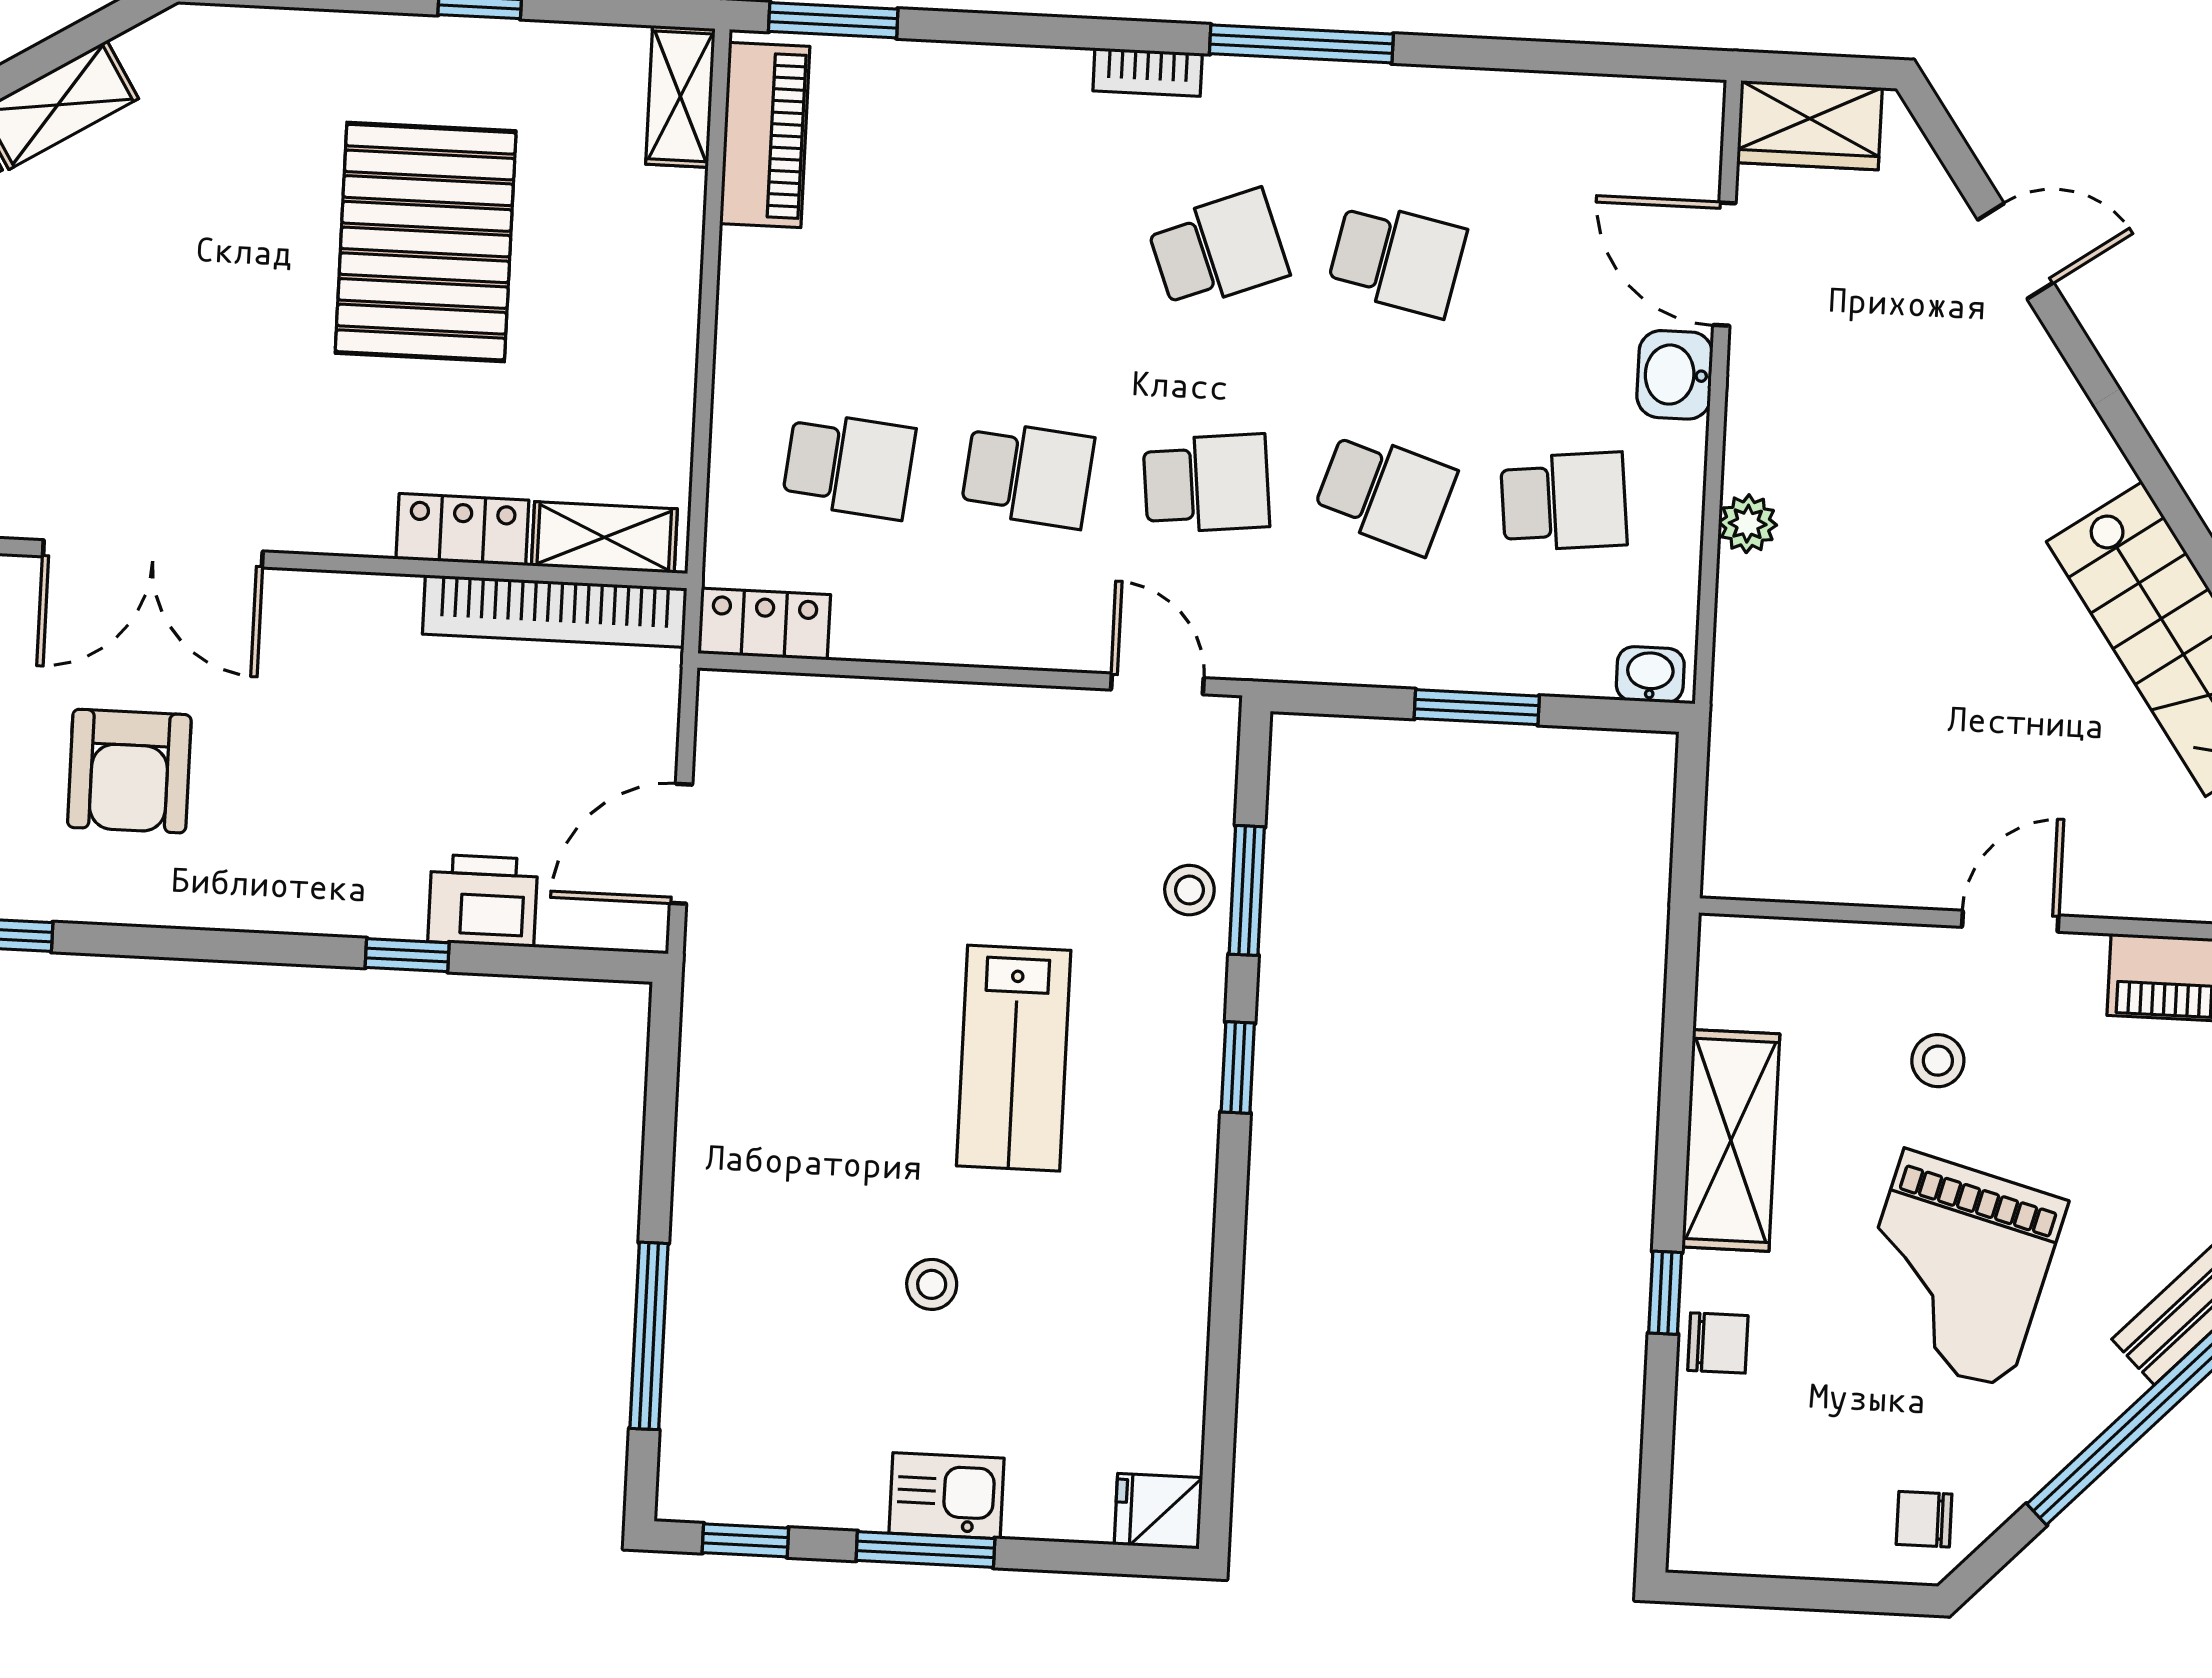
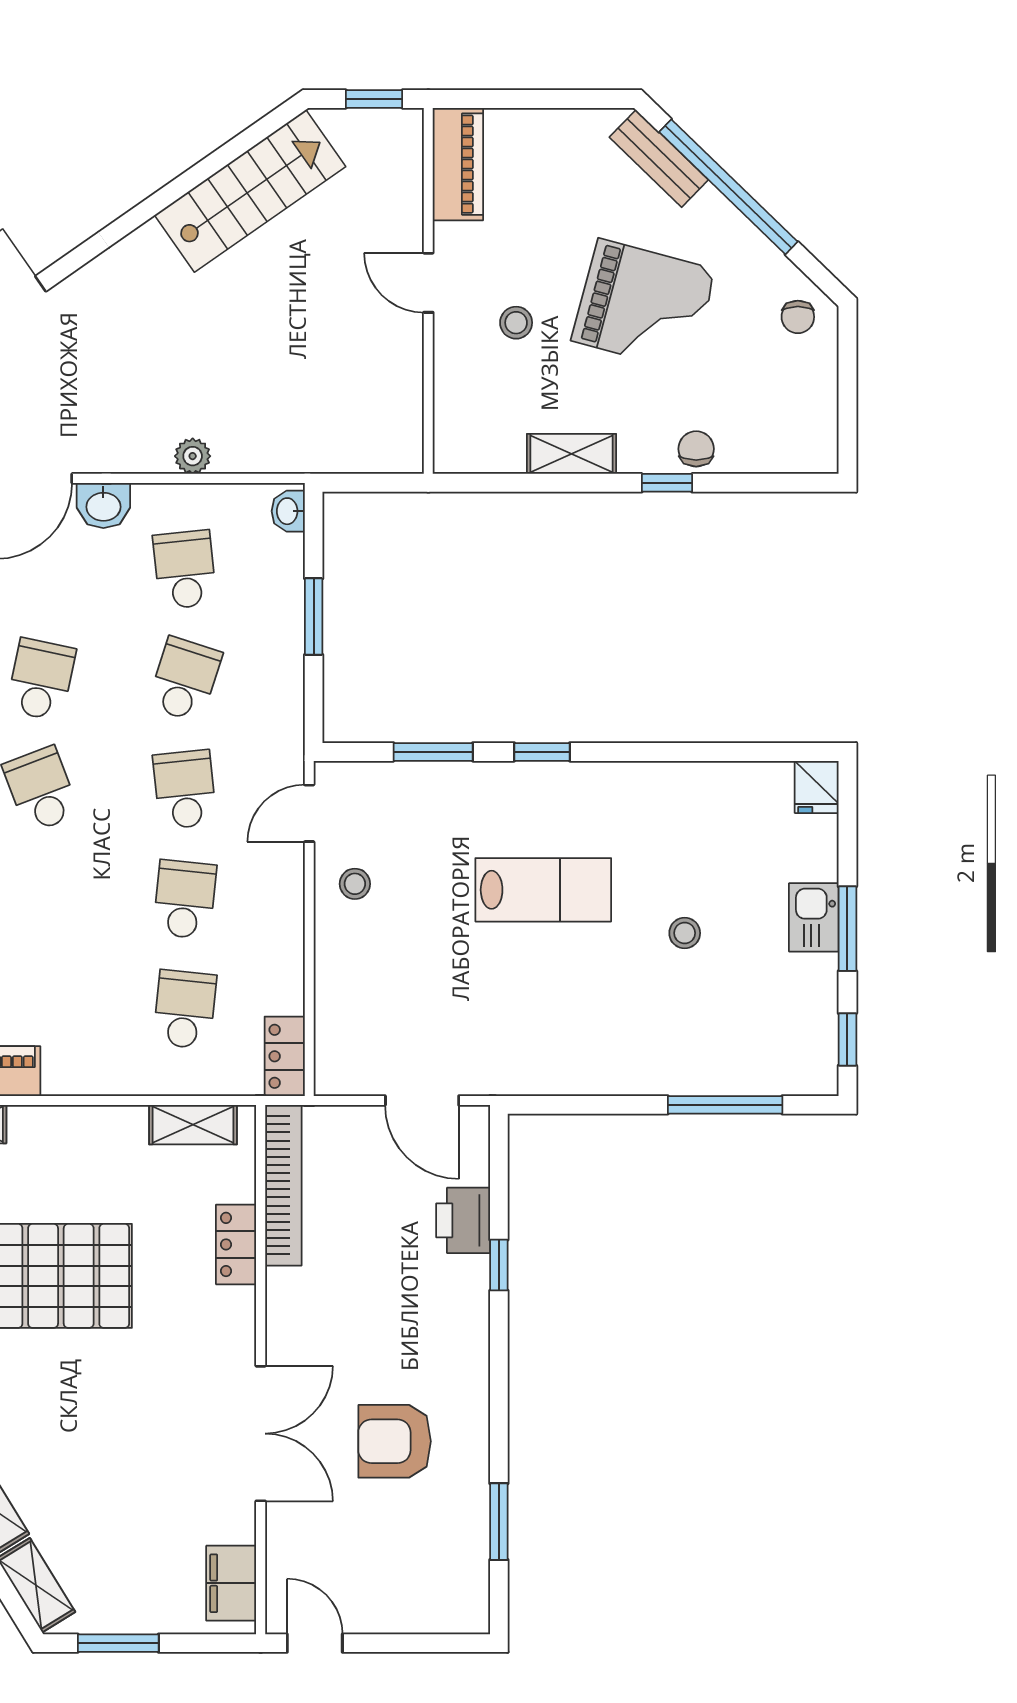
shelving: (604, 537) -> (193, 1125), moved, turned 90
armchair: (129, 771) -> (395, 1441), turned 180
stool: (1189, 890) -> (355, 884), moved
shelving: (1731, 1140) -> (571, 454), width x0.67, depth x0.75

